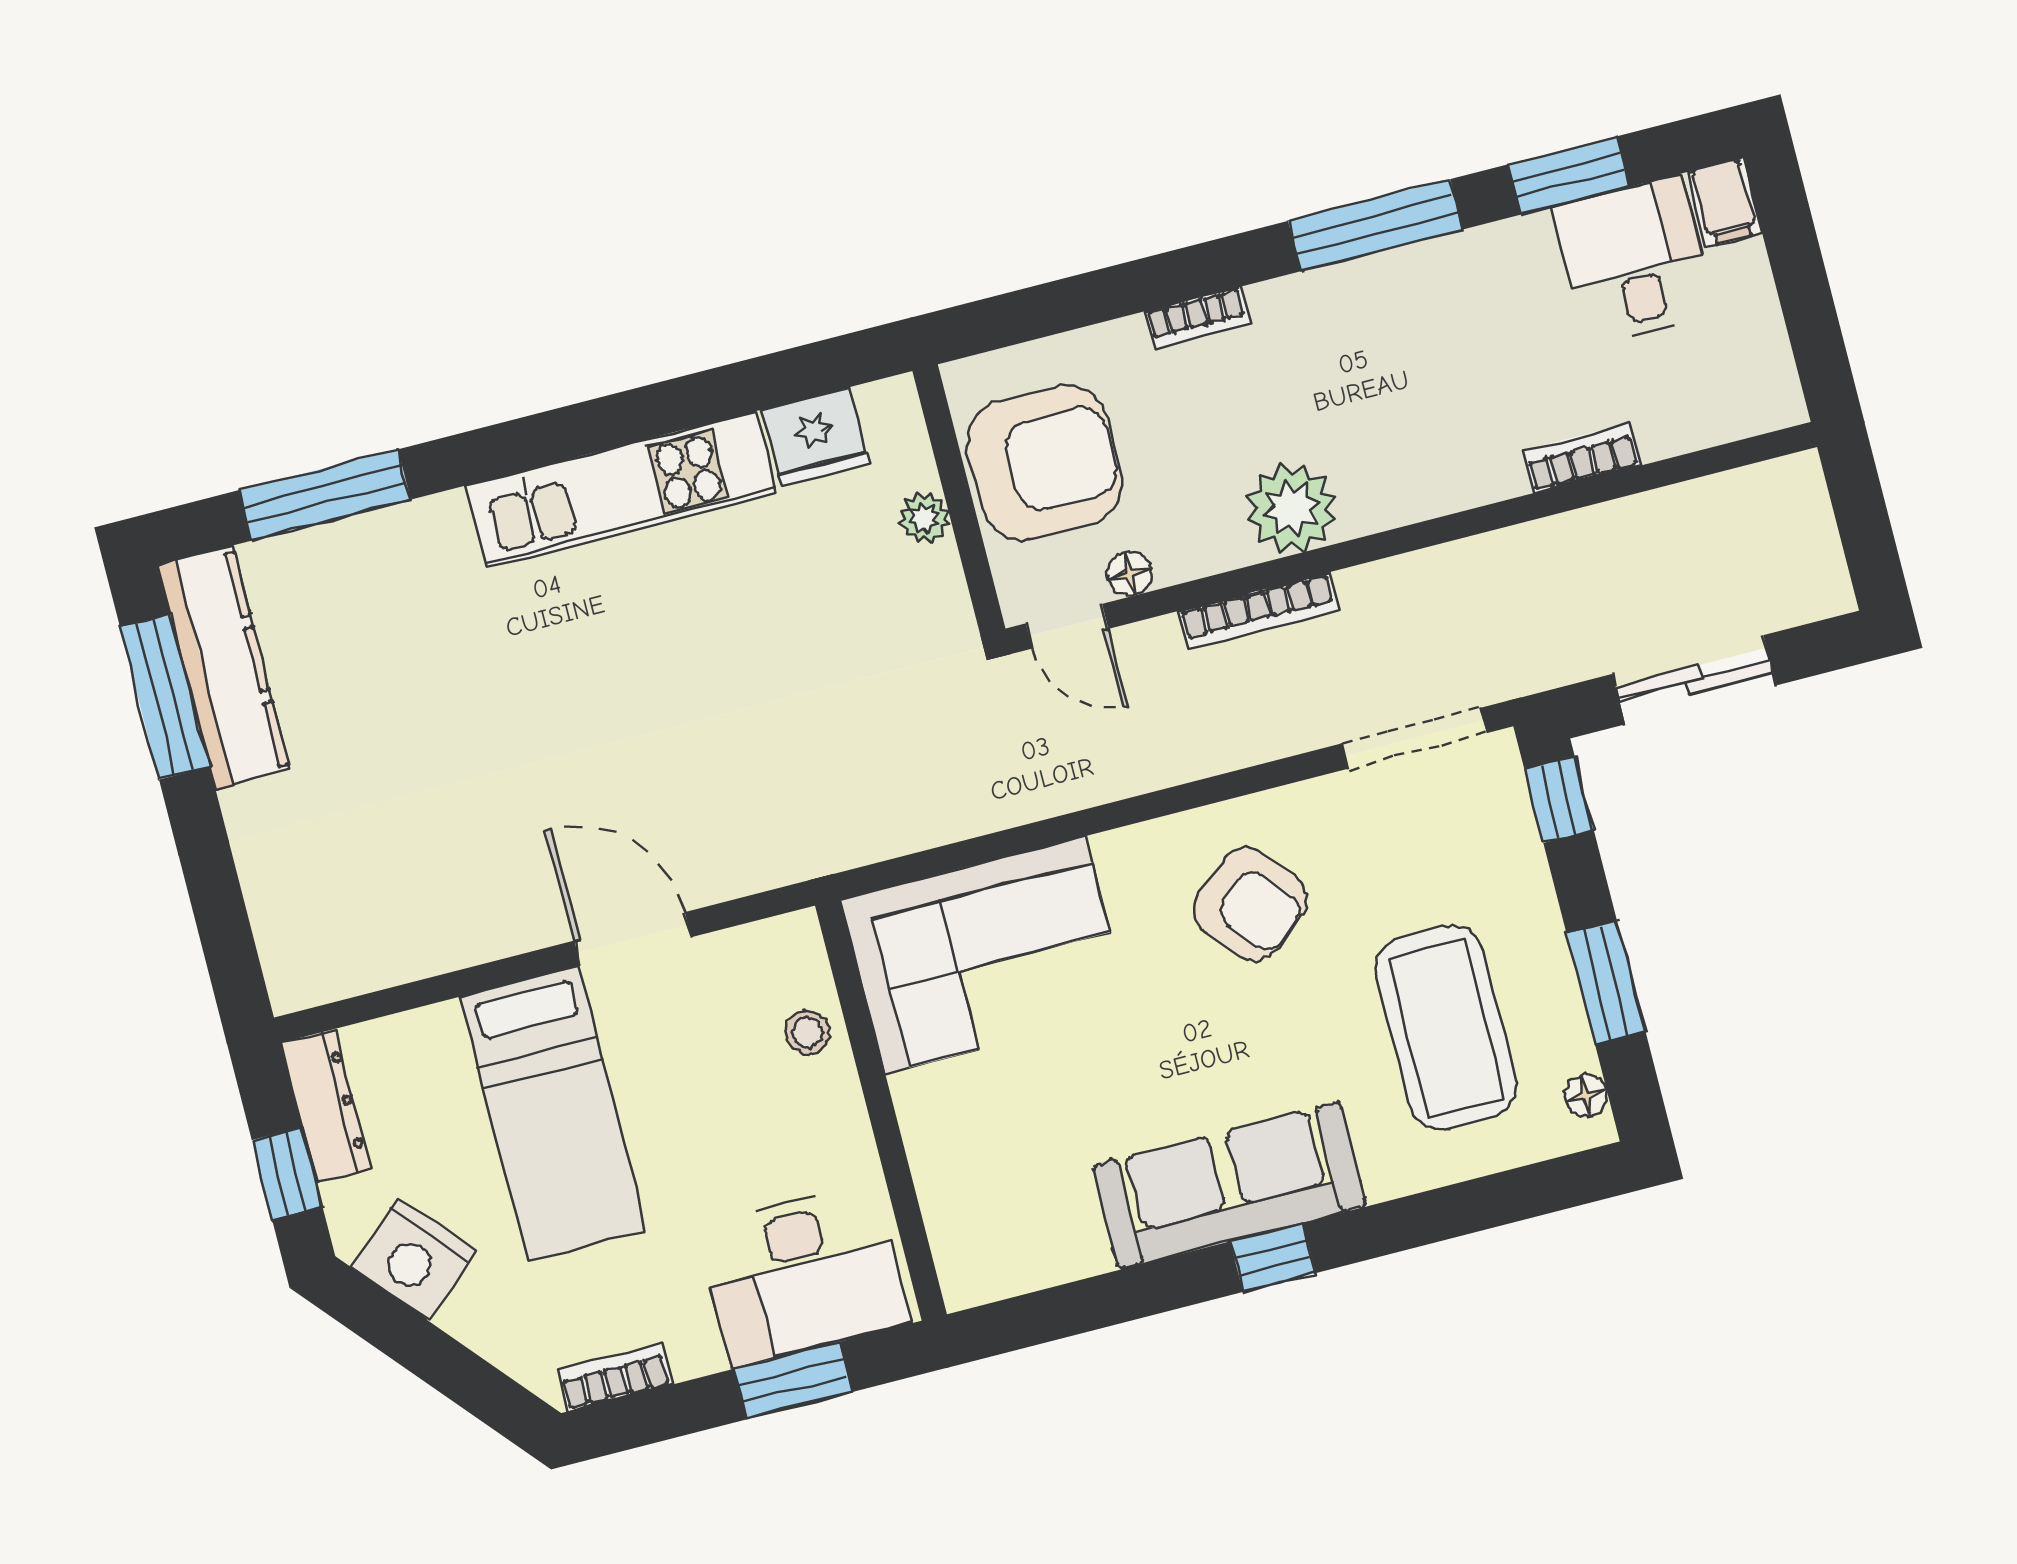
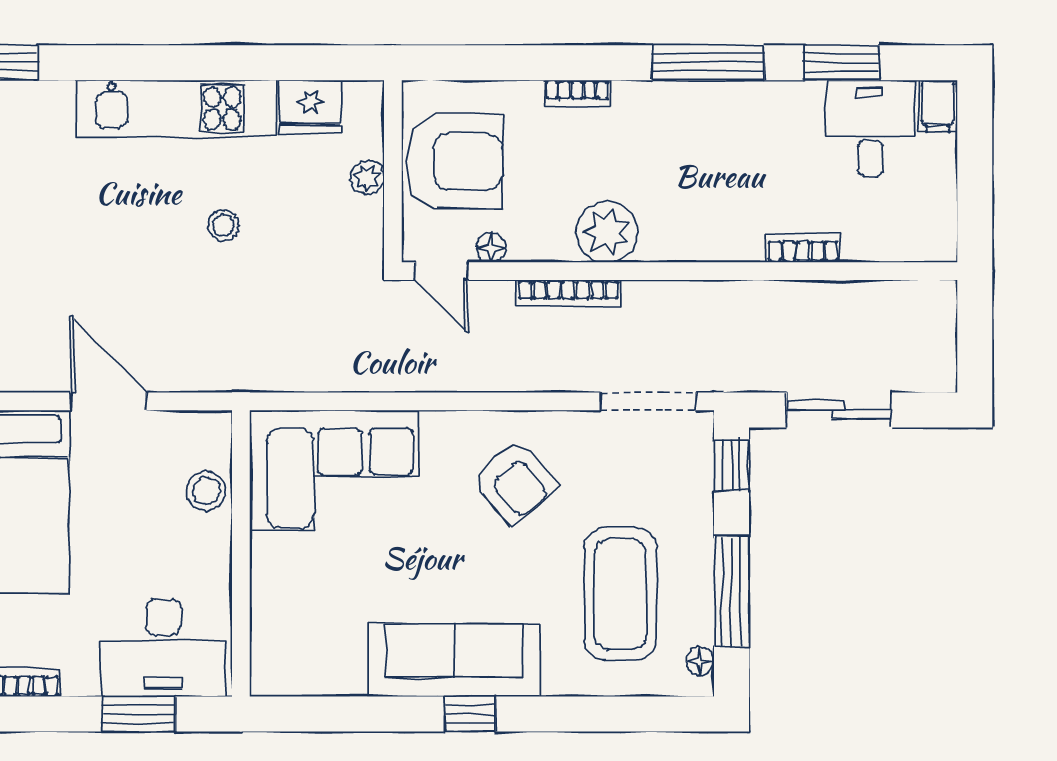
stool: (734, 641) -> (223, 225), added
window: (1606, 983) -> (732, 591), width x1.44
stool: (808, 1032) -> (206, 491), width x1.37, depth x1.37

